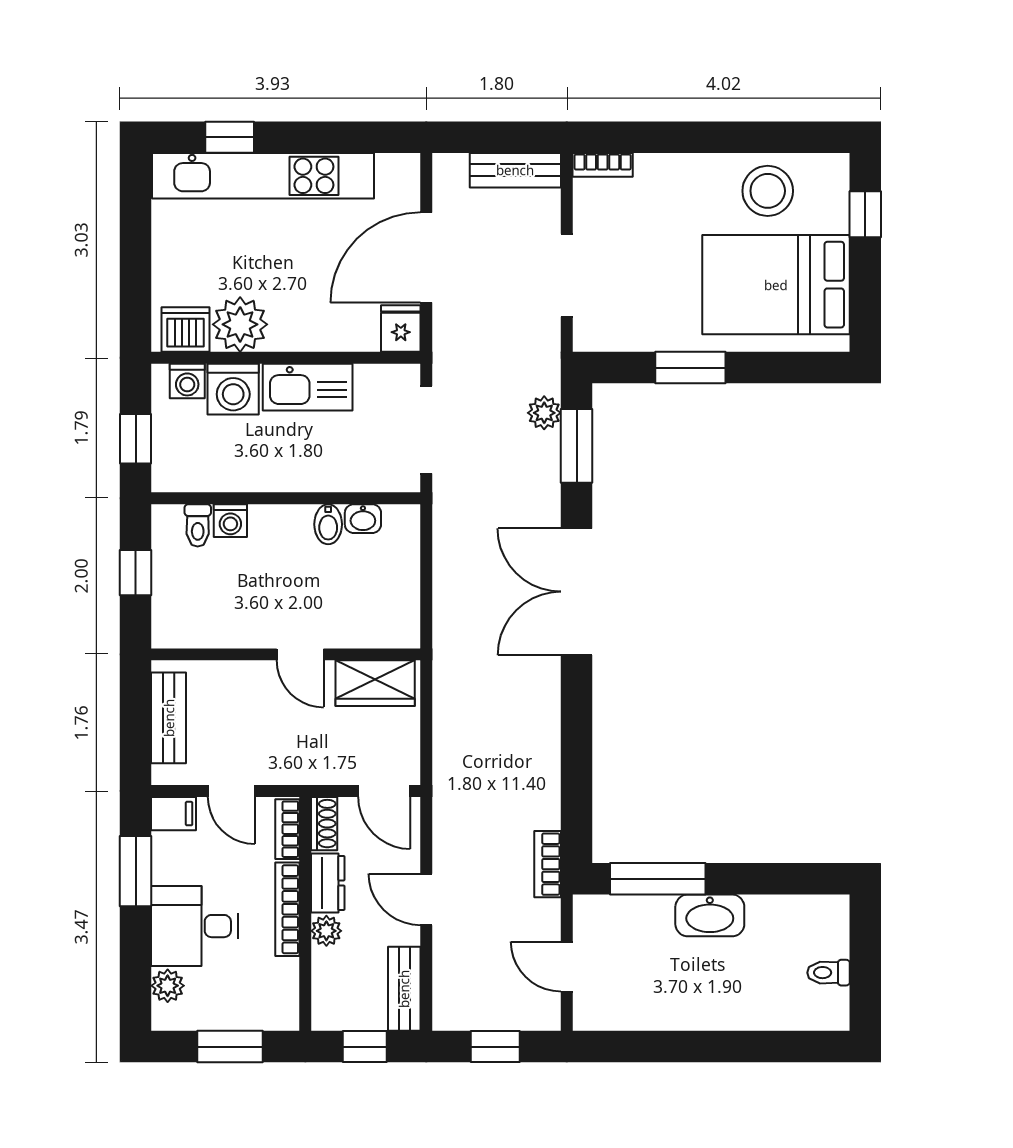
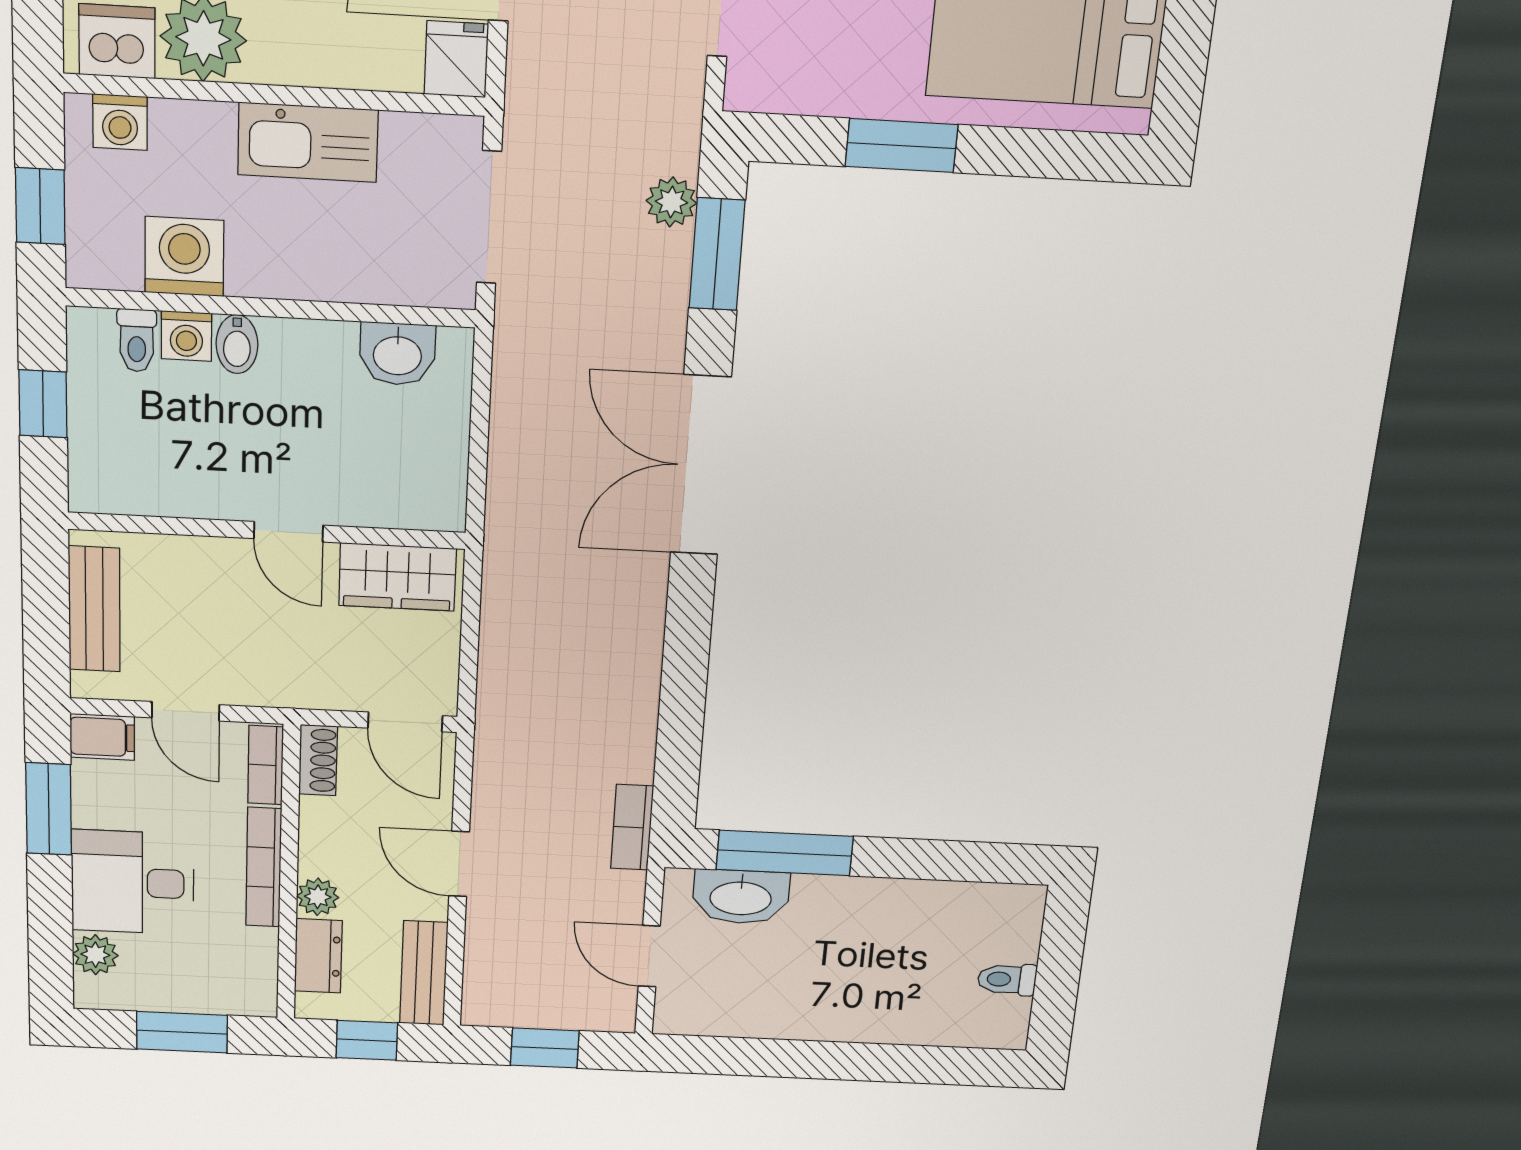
washing machine: (233, 389) -> (184, 257), moved, turned 180
washbasin: (363, 519) -> (397, 354), width x1.38, depth x1.45
bidet: (328, 524) -> (237, 344), moved
dresser: (328, 883) -> (318, 956), moved
washbasin: (710, 915) -> (741, 897), moved

